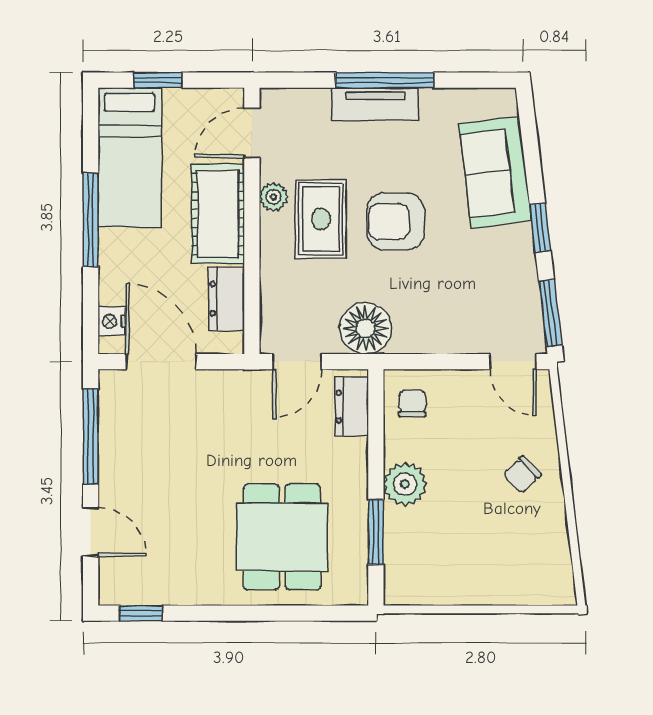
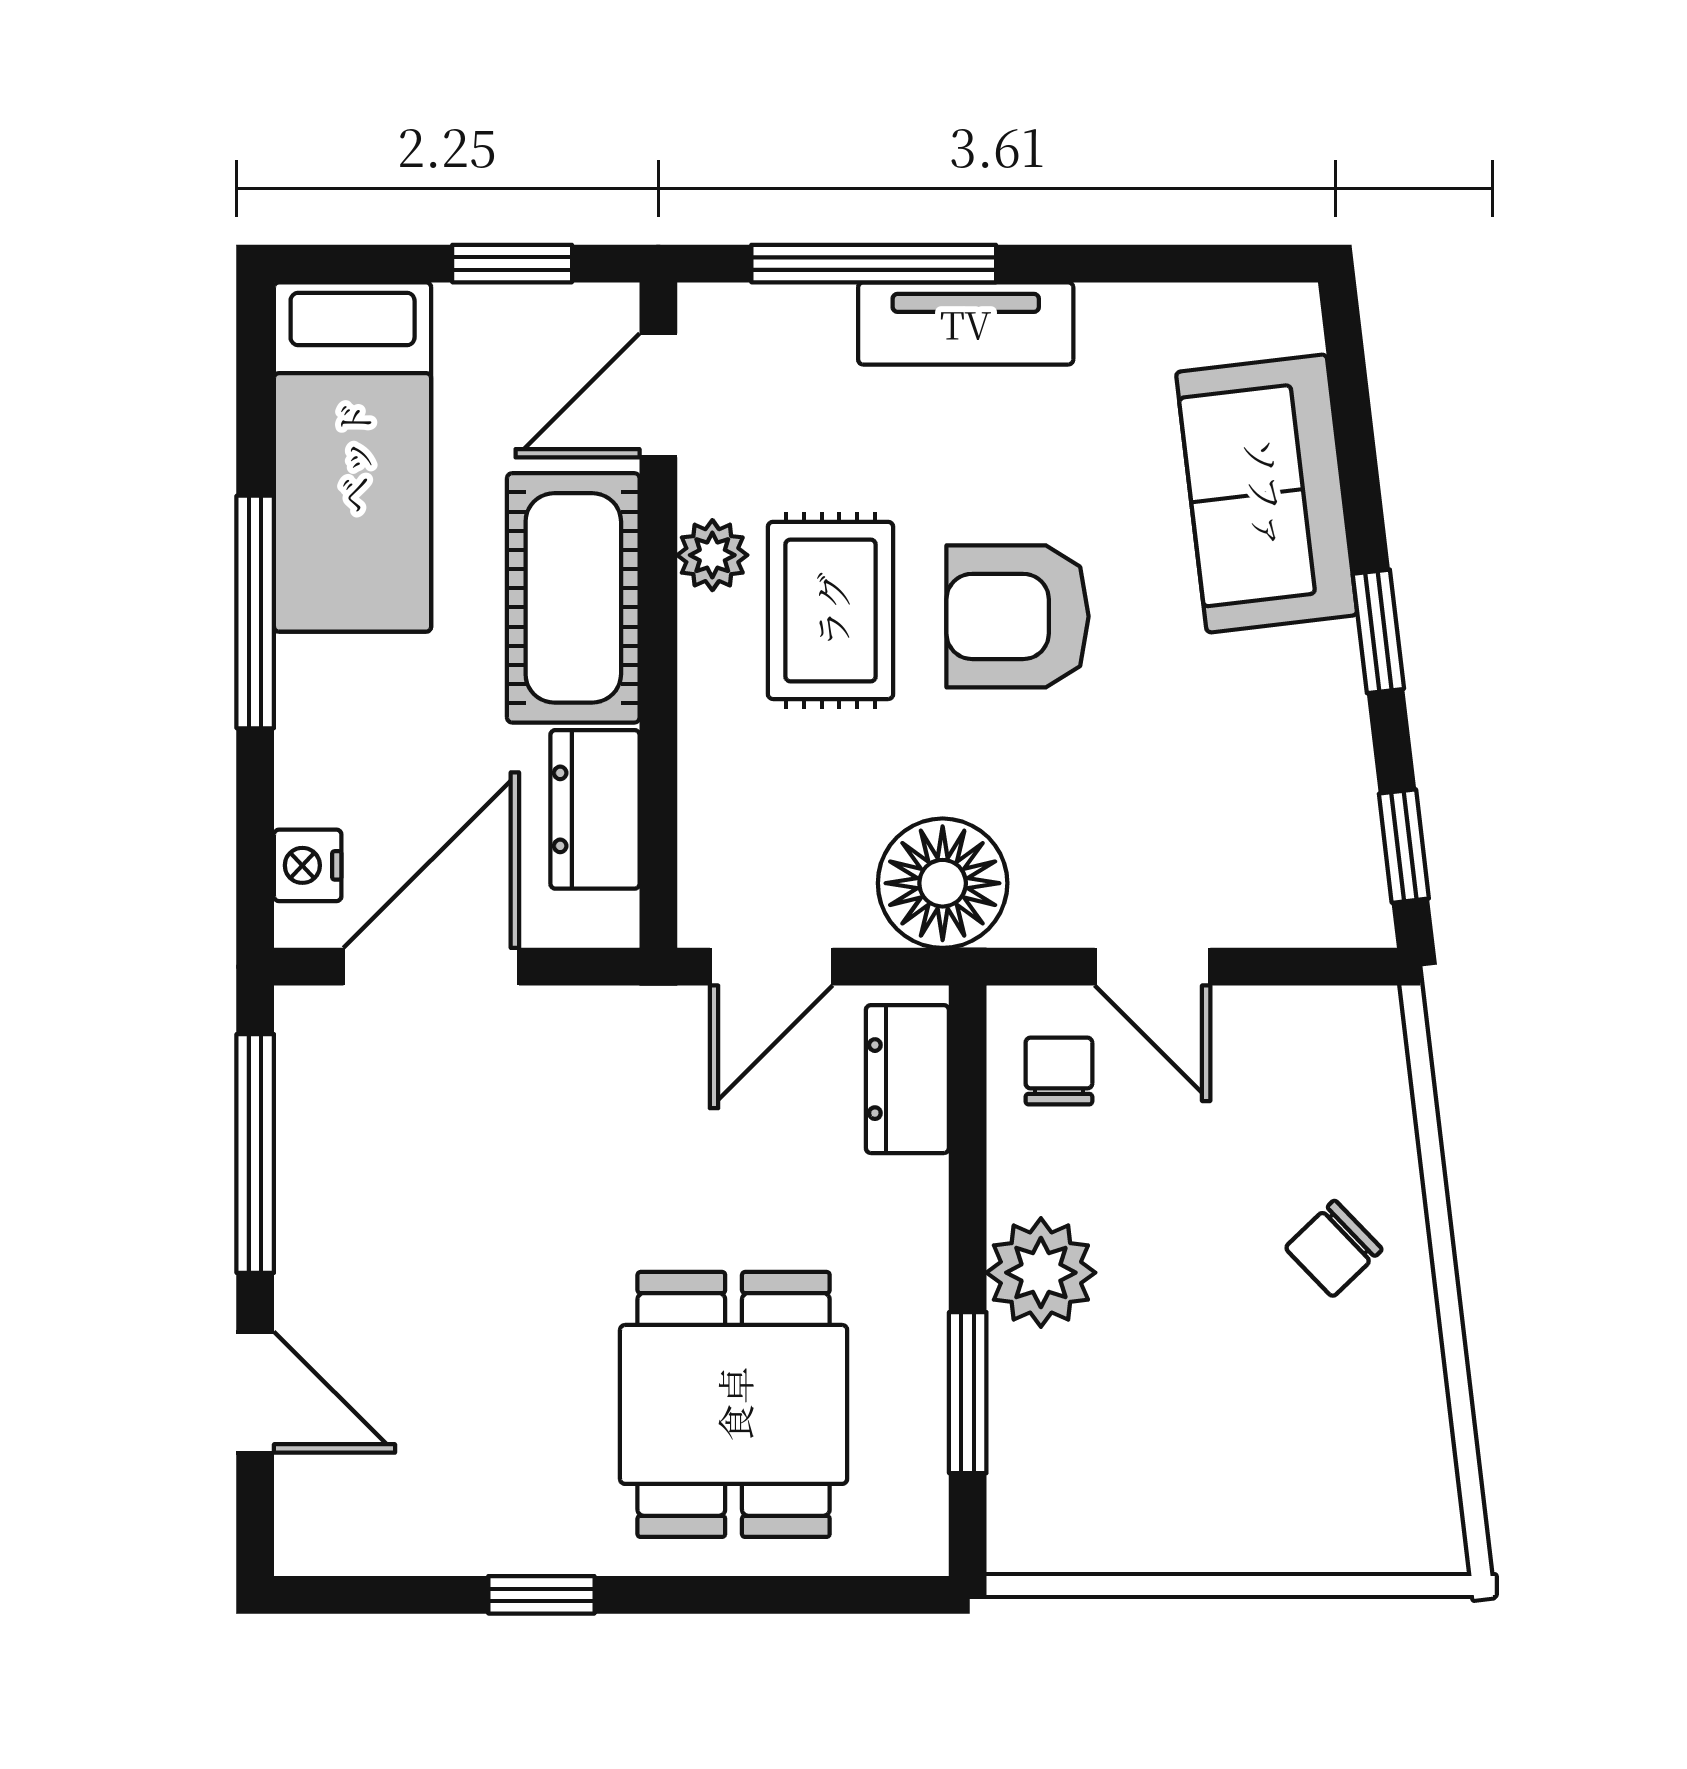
window: (158, 80) -> (512, 264), moved
window: (384, 80) -> (874, 264), moved
window: (550, 313) -> (1404, 846), width x0.67
door: (161, 362) -> (431, 967), hinge flipped
door: (513, 362) -> (1153, 967), moved
window: (141, 613) -> (541, 1595), moved

